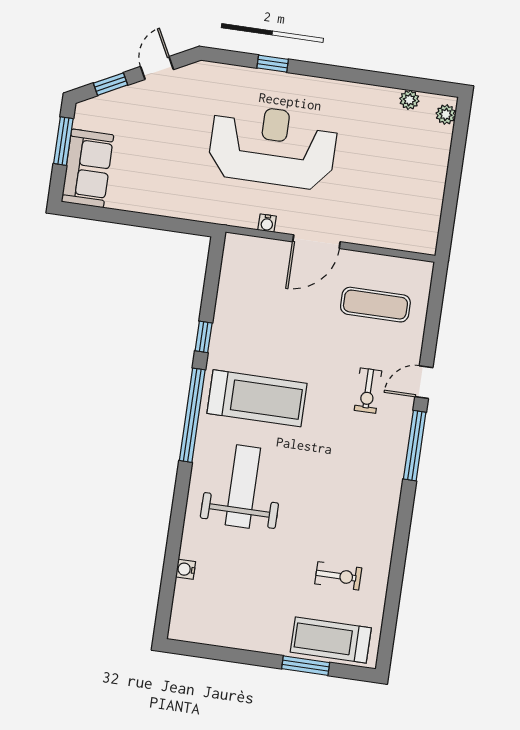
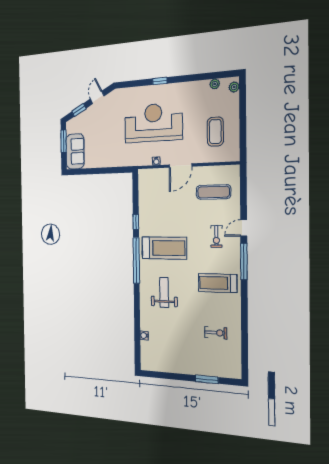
window: (273, 64) -> (160, 81), moved
coffee table: (397, 190) -> (215, 132), added
weight bench: (243, 486) -> (164, 292), width x0.73, depth x0.75
treadmill: (331, 640) -> (217, 283), moved

